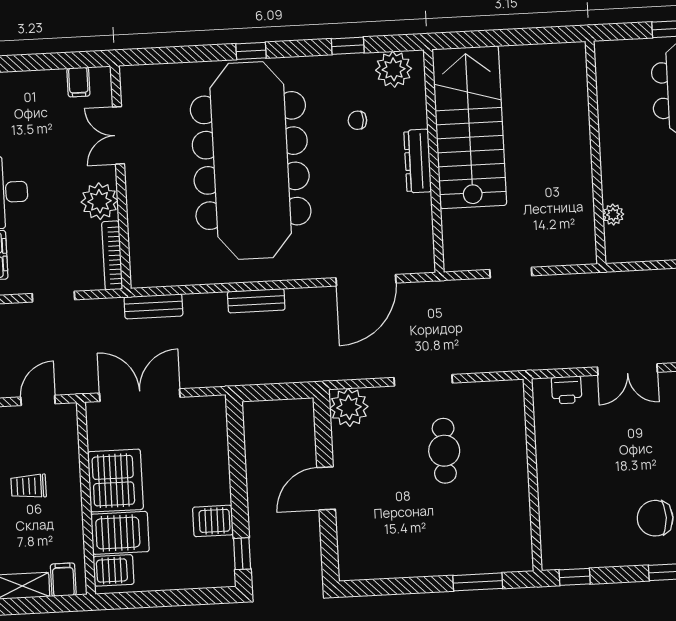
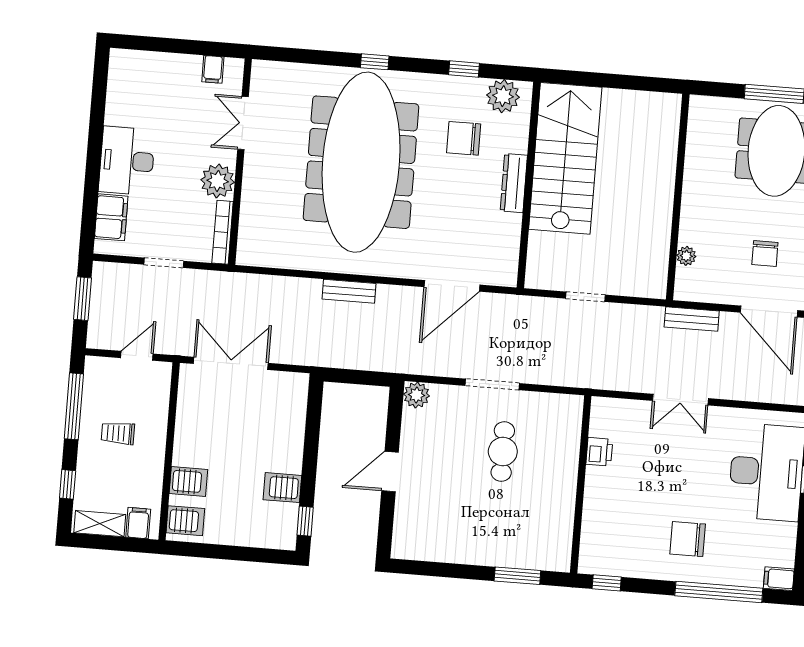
chair: (357, 120) -> (464, 138), width x1.87, depth x1.87
bench: (153, 306) -> (692, 319), moved
printer: (567, 390) -> (599, 452), moved, turned -90
plant: (349, 407) -> (416, 395), width x0.73, depth x0.73
server rack: (115, 481) -> (198, 439), removed
server rack: (120, 533) -> (188, 482), width x0.73, depth x0.70

